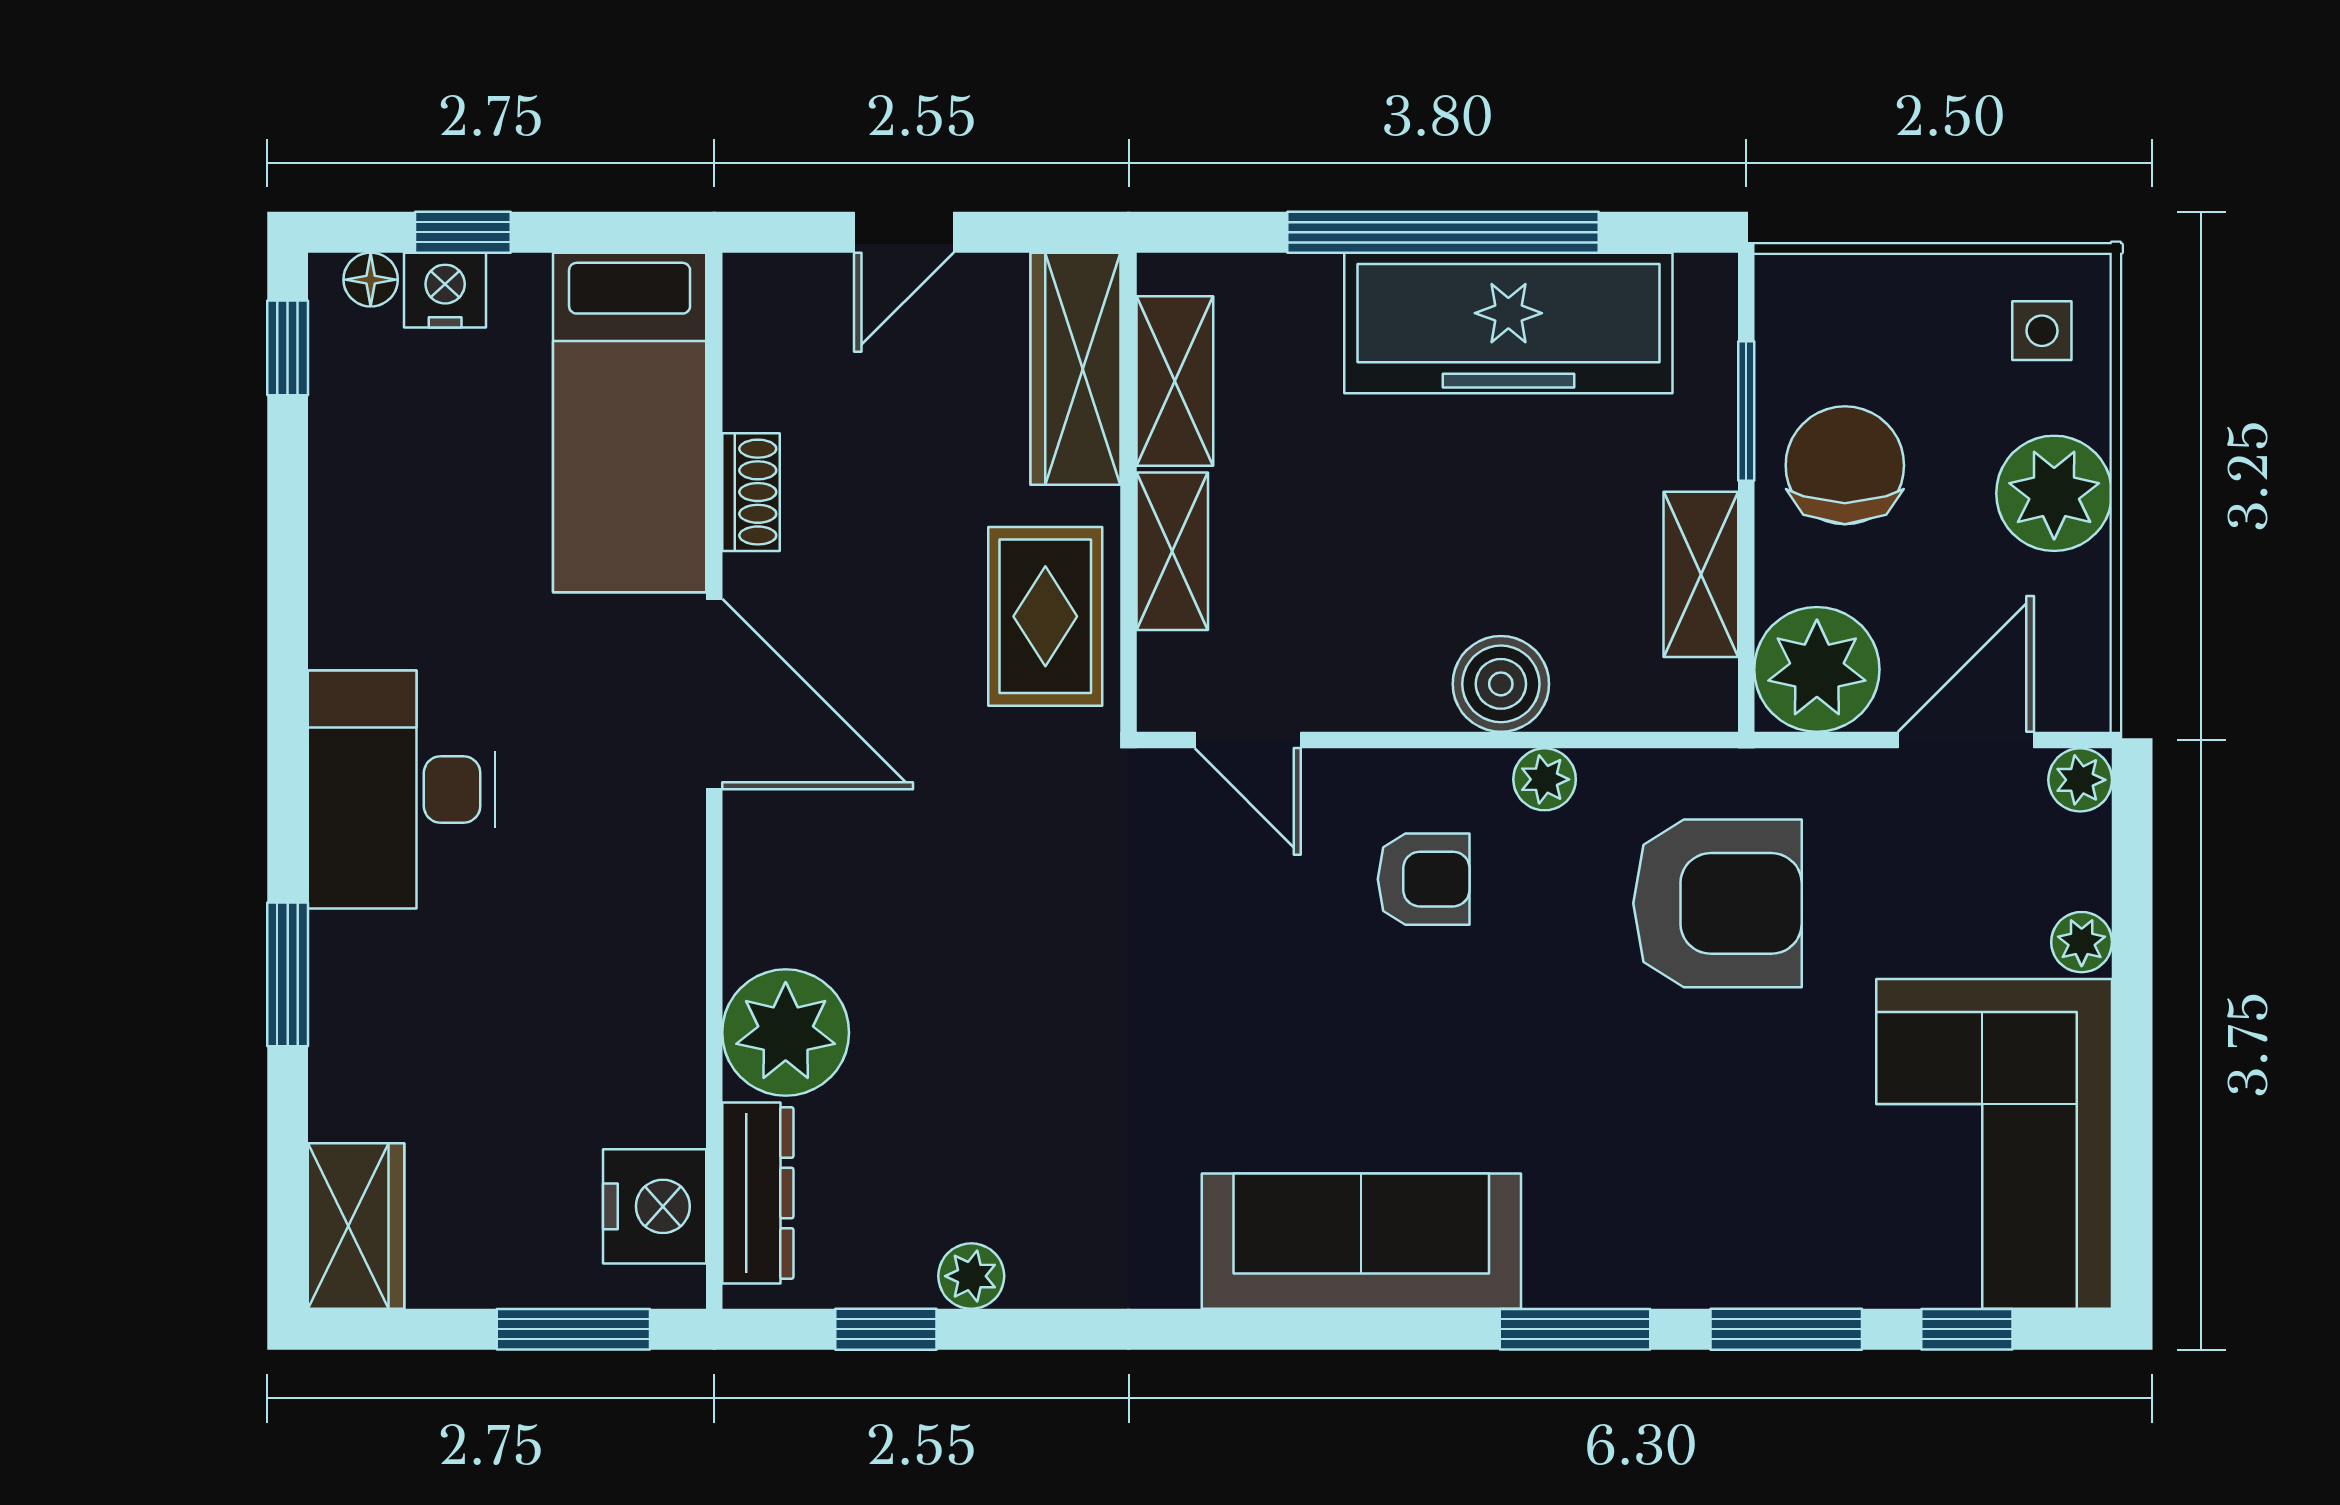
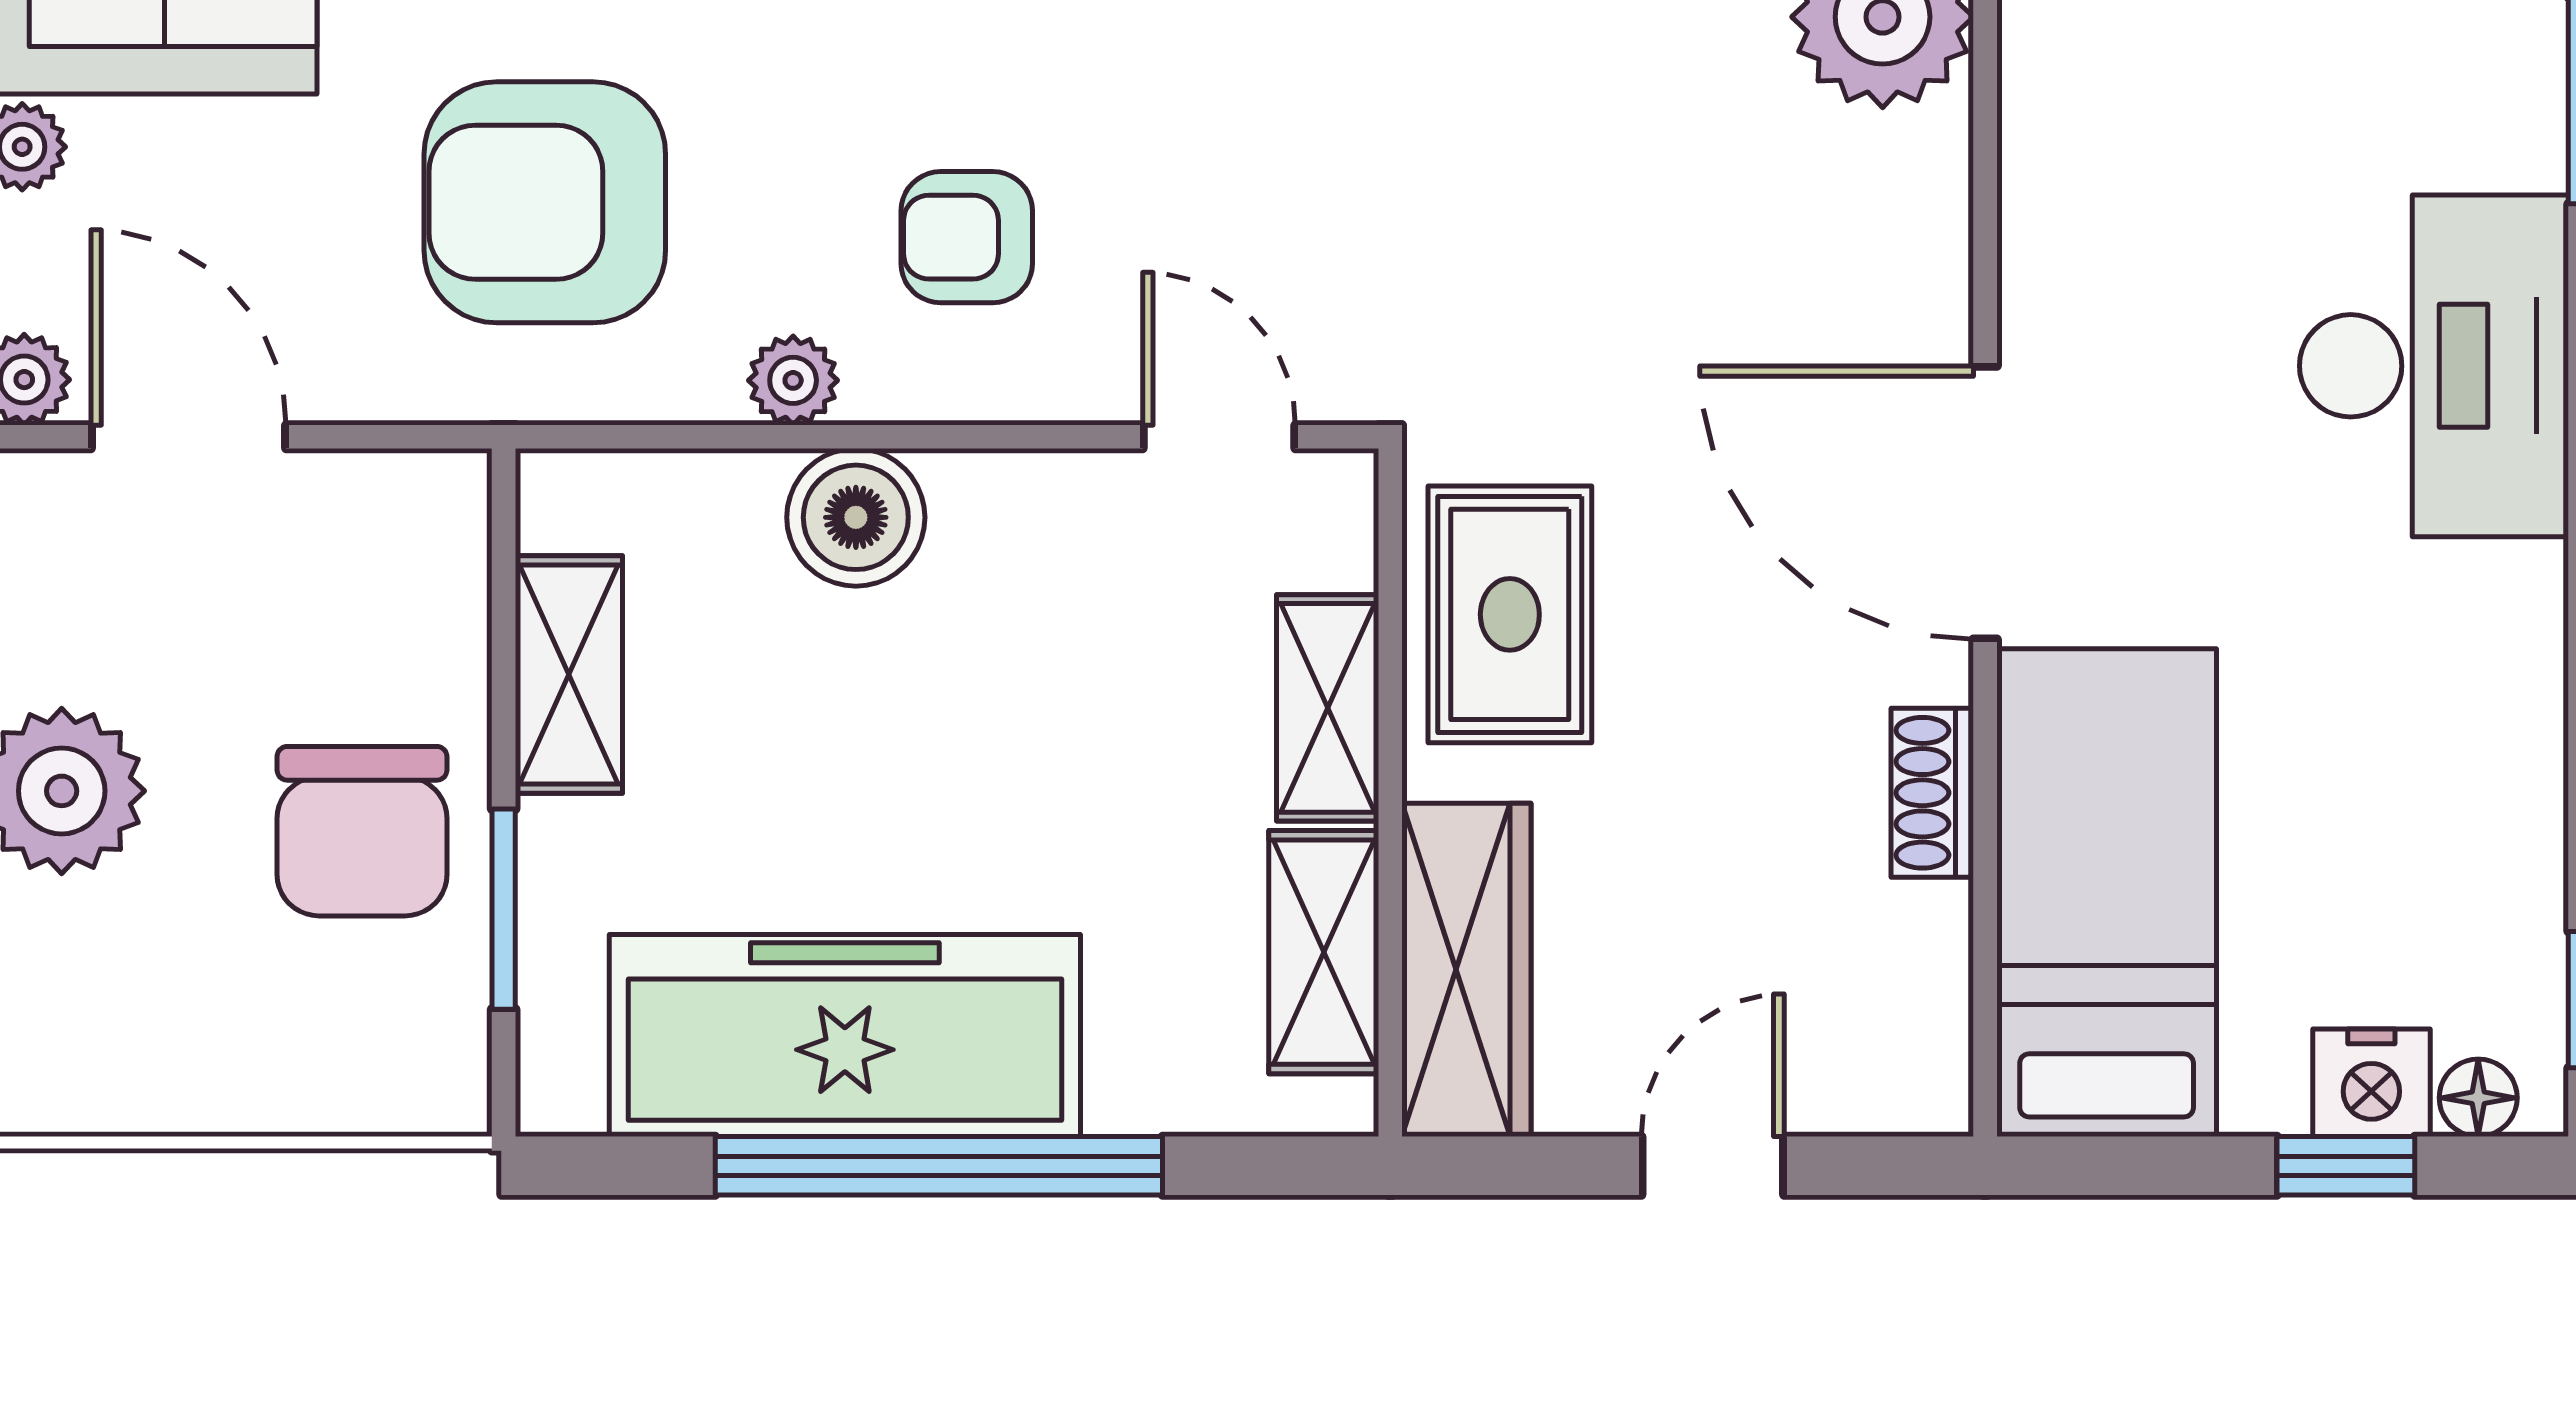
side table: (2042, 331) -> (79, 1024), removed
plant: (1817, 669) -> (402, 538), removed
door: (1966, 740) -> (188, 437), swing flipped

